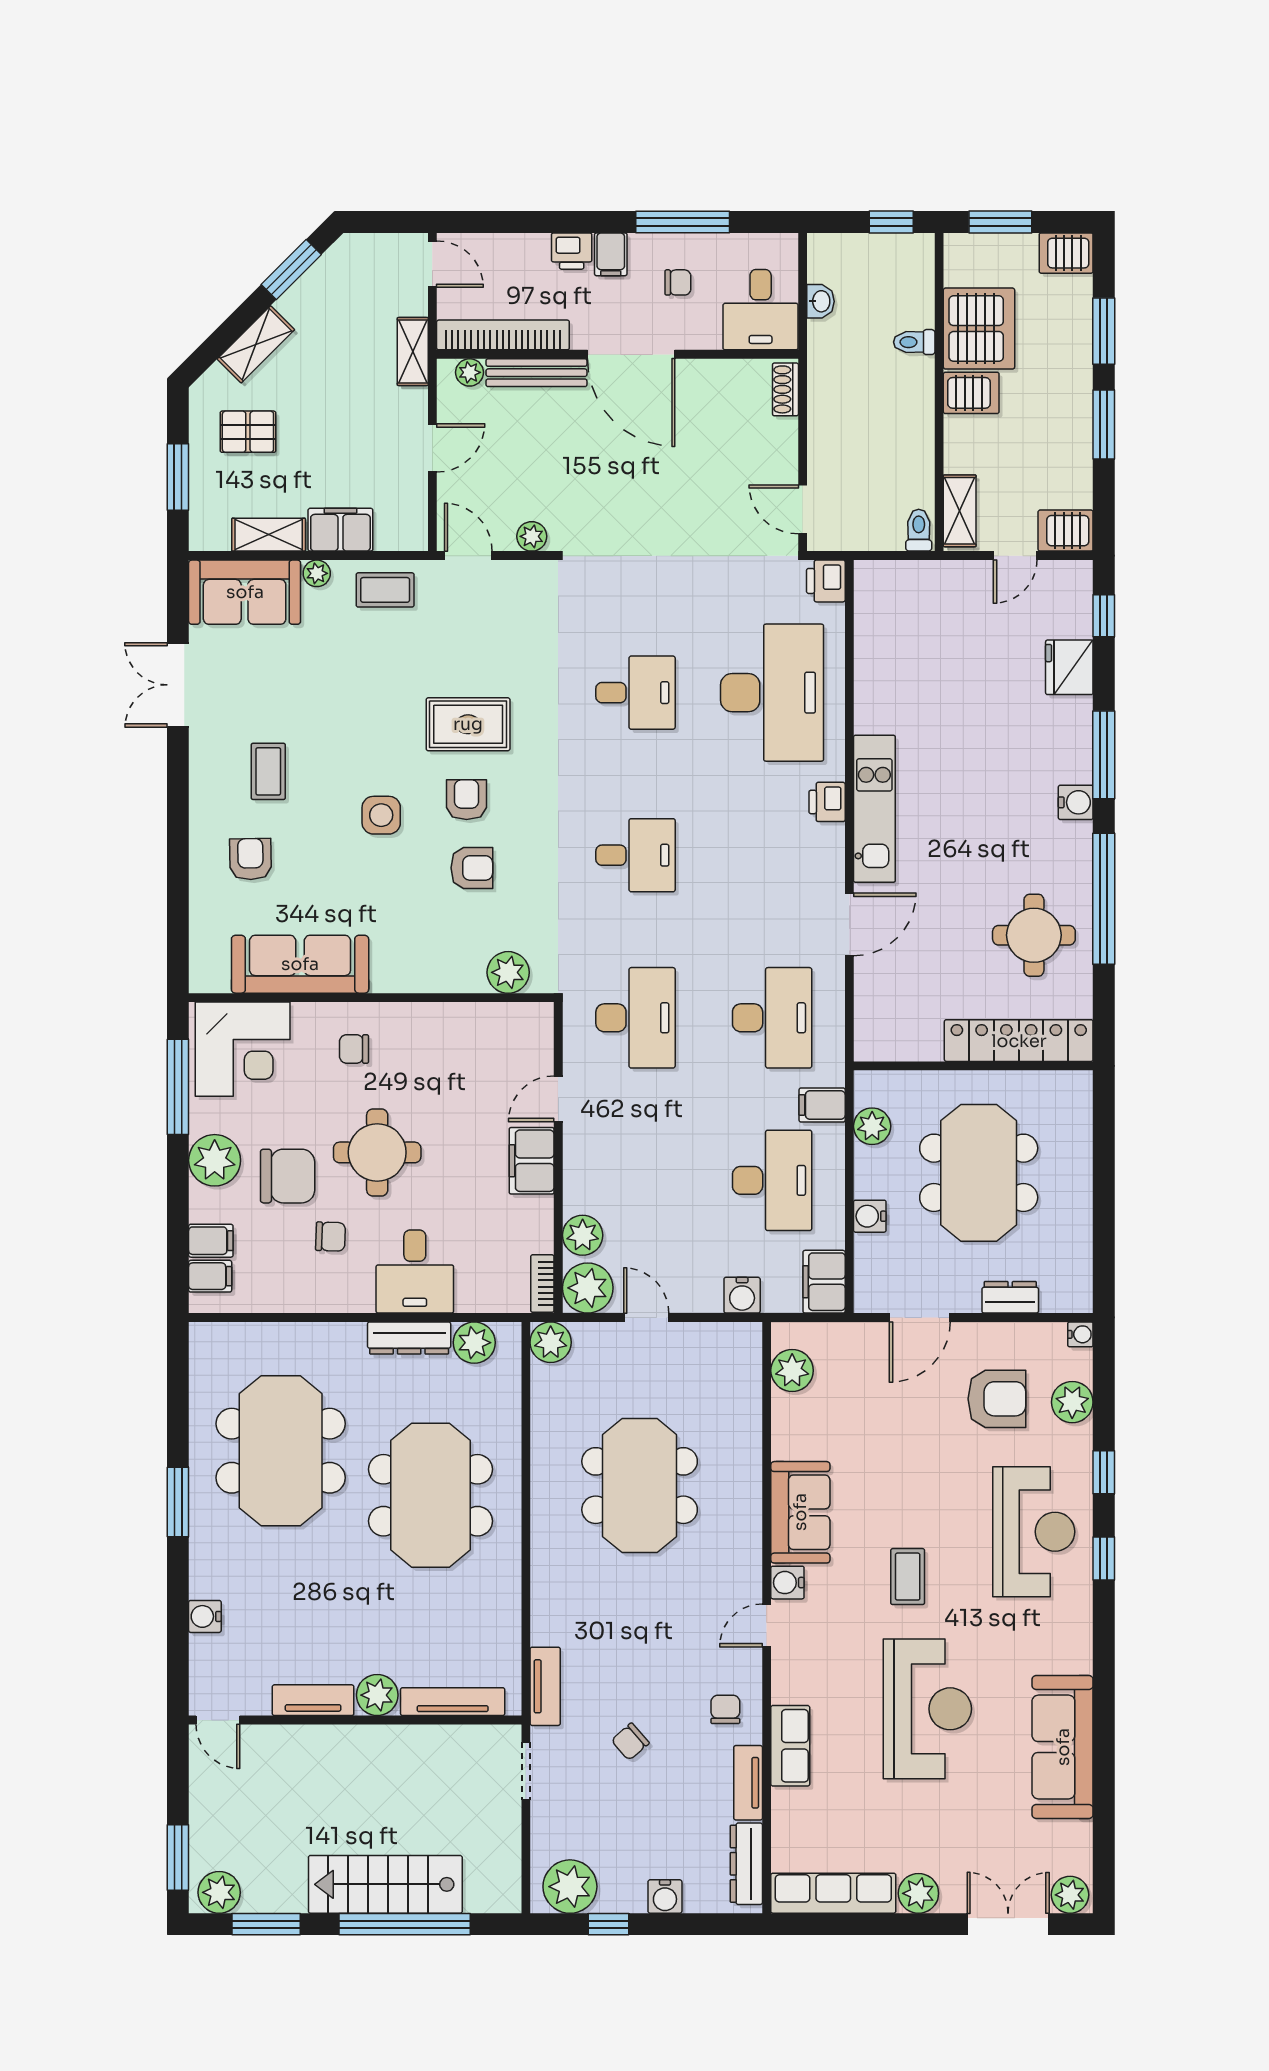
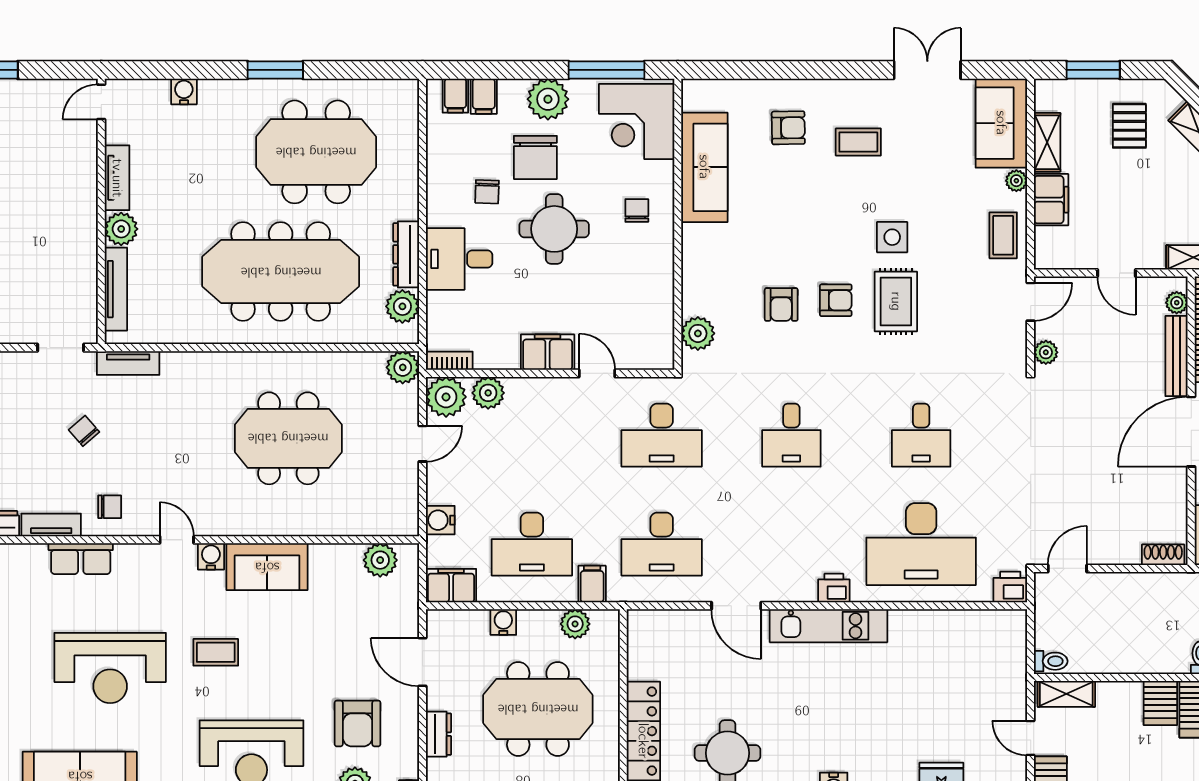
side table: (381, 815) -> (892, 237), moved
meeting table: (430, 1495) -> (281, 272), width x1.36

